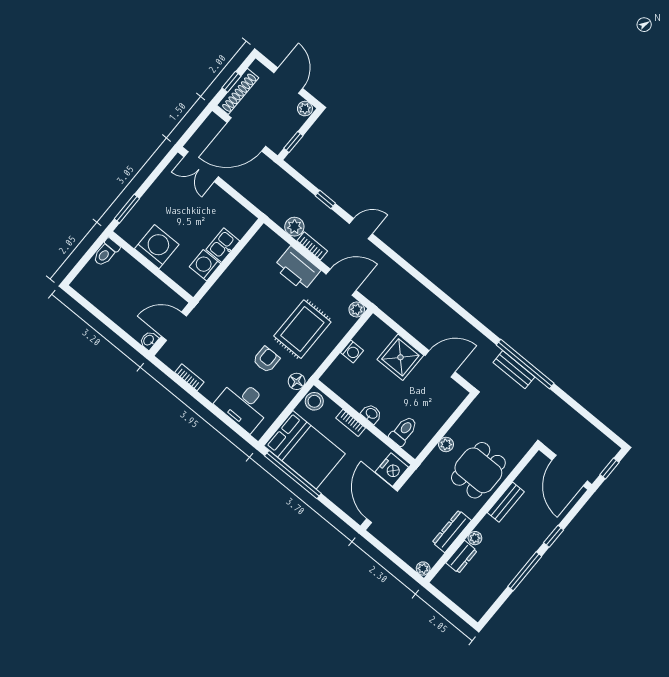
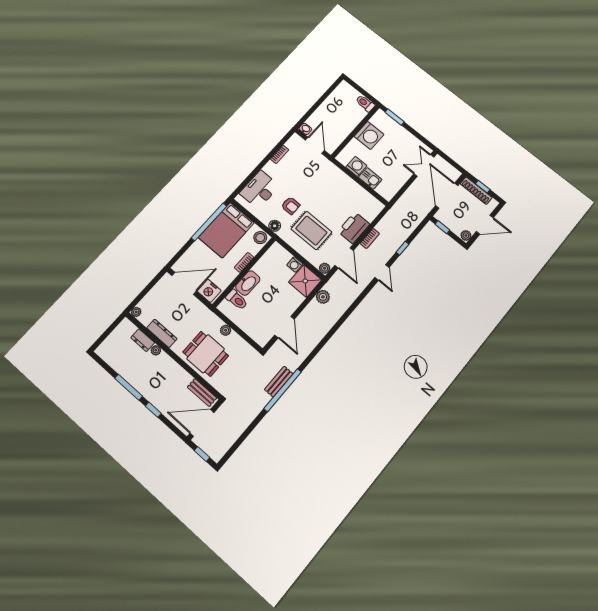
plant: (294, 227) -> (323, 297), moved
shower: (400, 357) -> (305, 281), moved
washbasin: (371, 414) -> (248, 283), width x1.91, depth x1.45
bench: (506, 502) -> (202, 393), moved

